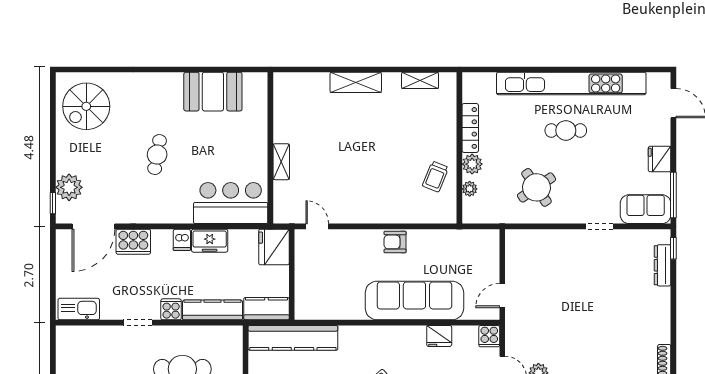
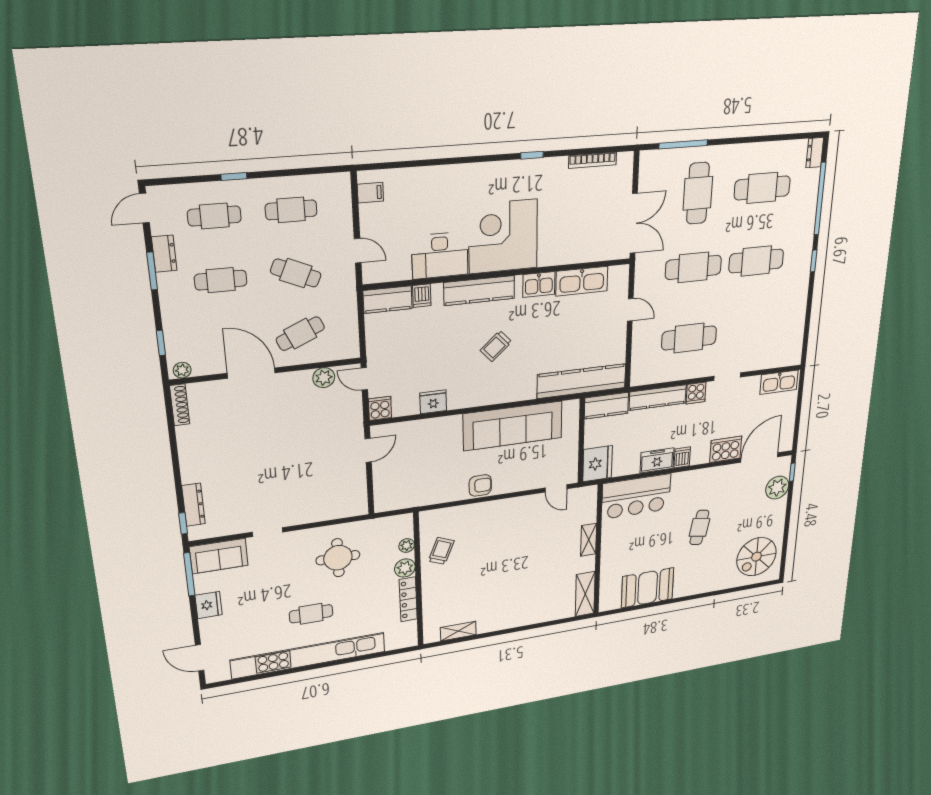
shelving: (356, 82) -> (585, 594), moved, turned 90
spiral stairs: (86, 106) -> (756, 557), turned 180
round table: (536, 187) -> (338, 558), turned 34
sofa: (414, 300) -> (513, 426), moved

